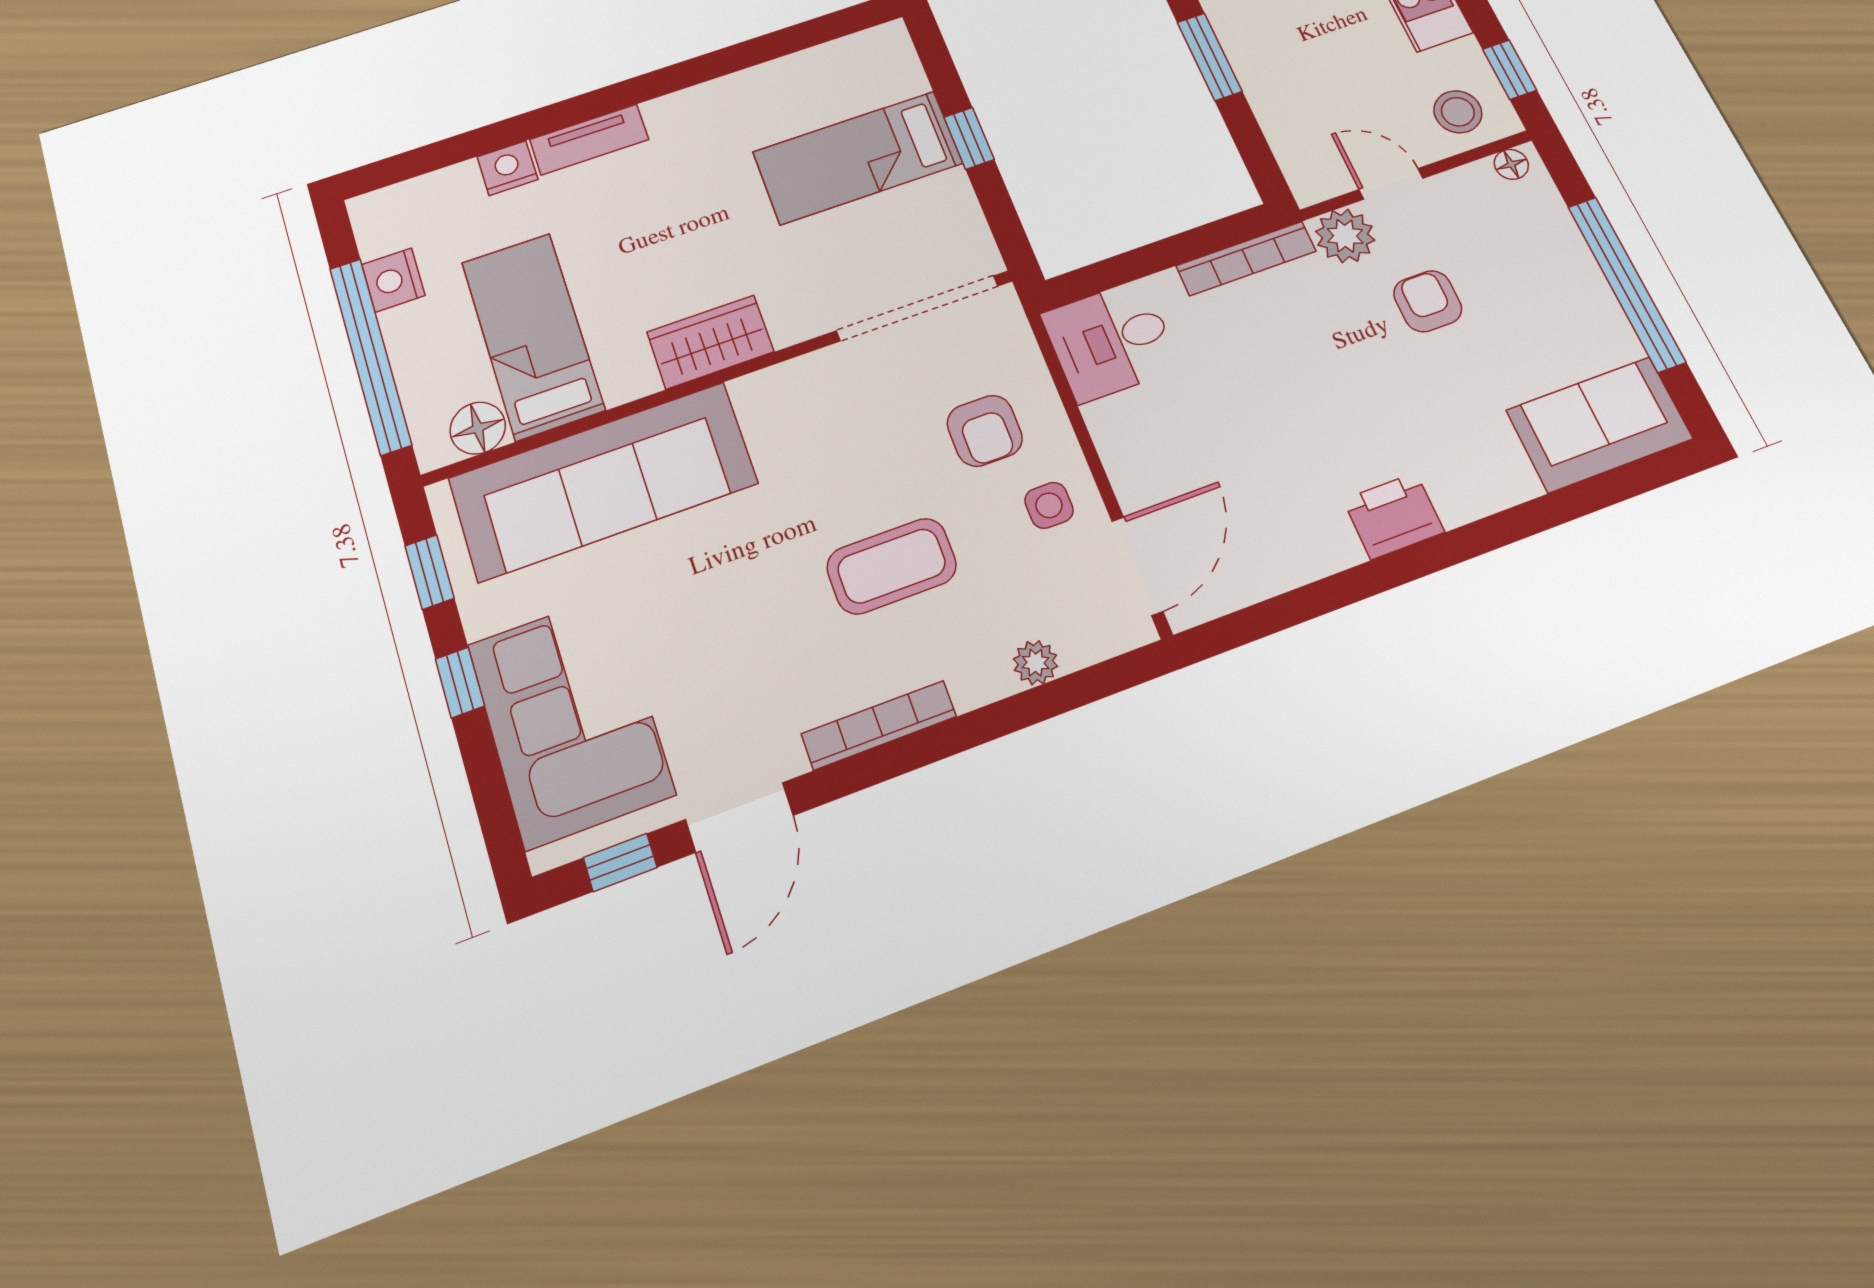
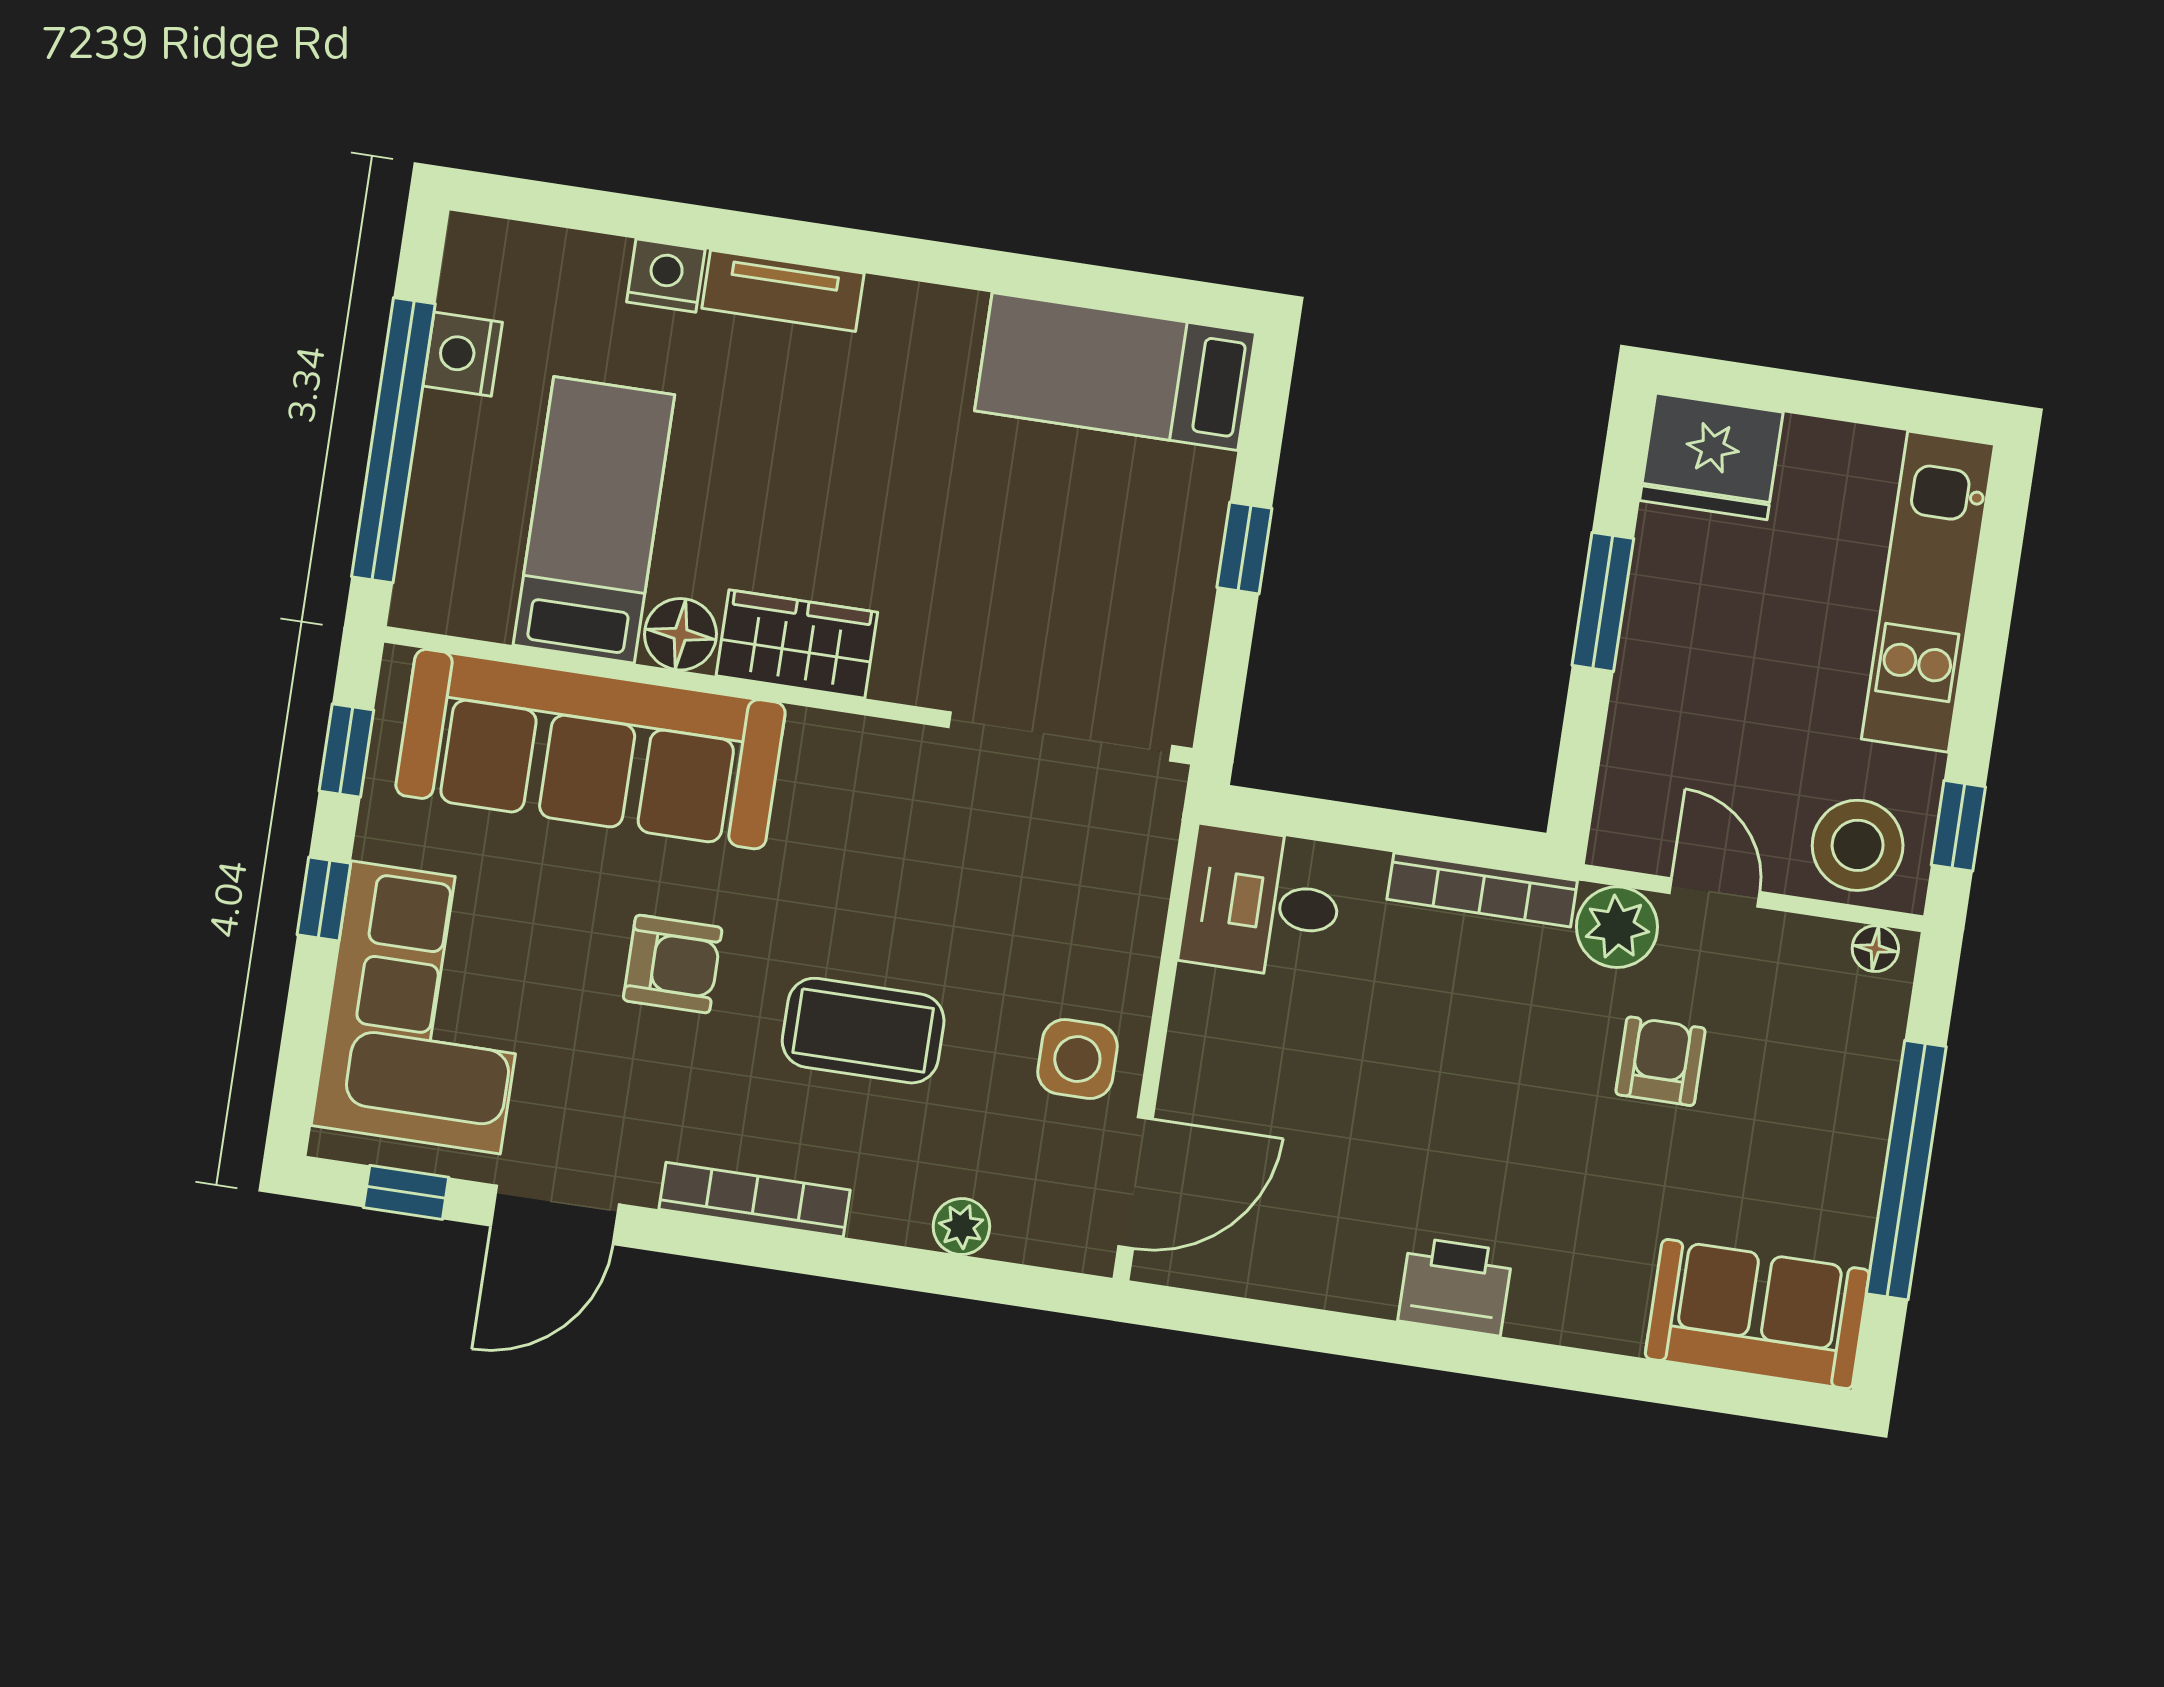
stool: (1458, 112) -> (1858, 845), width x1.38, depth x1.38
bed: (858, 158) -> (1115, 372), moved
floor lamp: (478, 428) -> (680, 634), moved
armchair: (985, 431) -> (673, 964), moved, turned -90
side table: (1049, 505) -> (1077, 1059), width x1.37, depth x1.37

